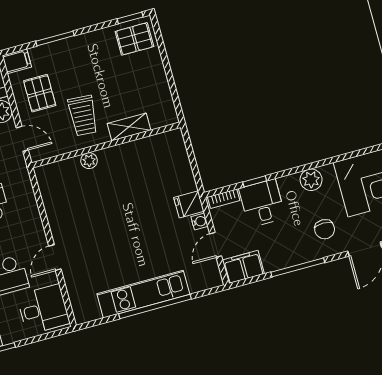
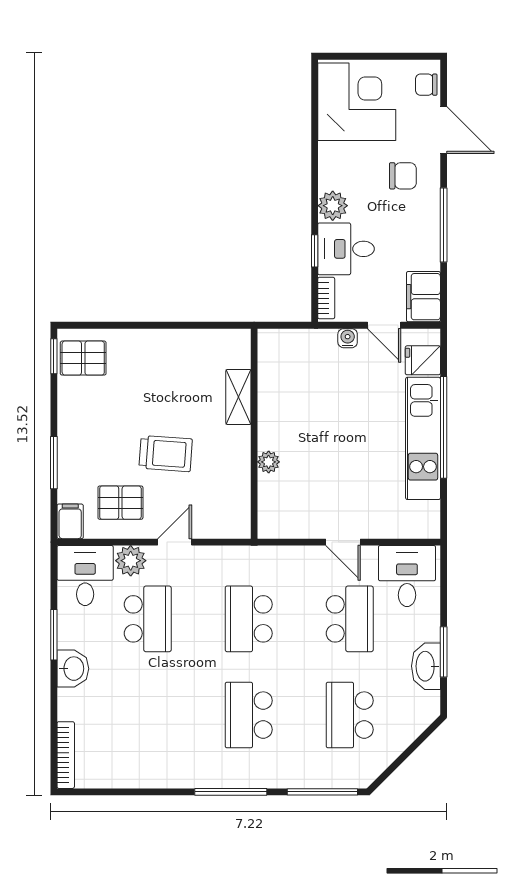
pallet: (134, 39) -> (83, 358), turned 90
shelving: (129, 127) -> (238, 397), moved
wall: (106, 145) -> (254, 434), moved
plant: (89, 161) -> (269, 462), moved
plant: (311, 180) -> (333, 206), moved
fridge: (189, 204) -> (423, 360), moved, turned 90

